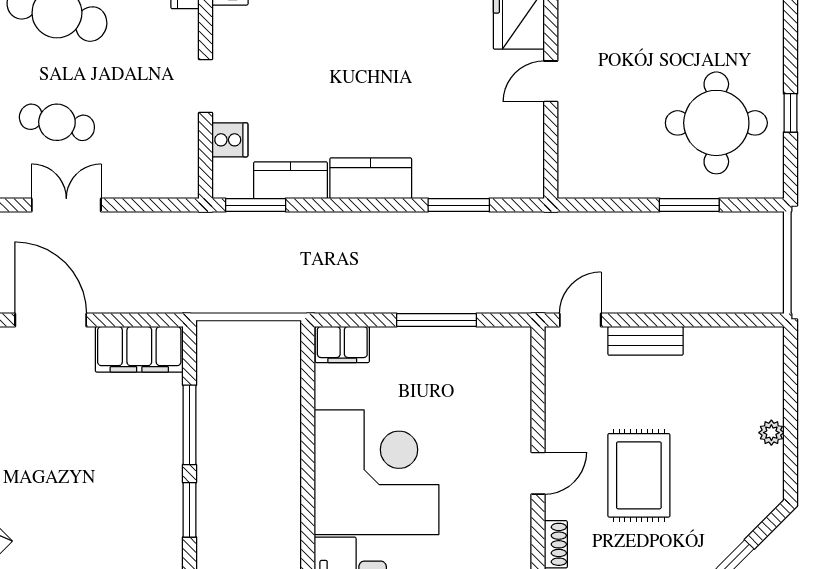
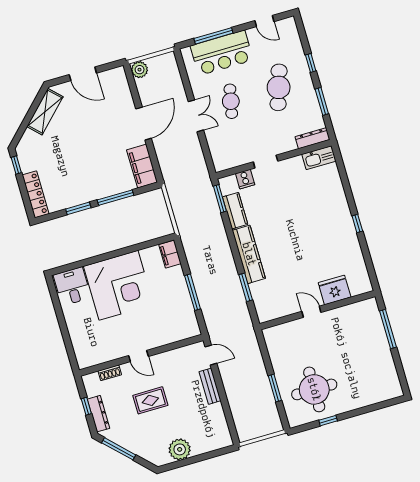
kitchen counter: (371, 178) -> (249, 254), width x1.50
plant: (771, 433) -> (180, 449), width x1.88, depth x1.88
rug: (639, 475) -> (150, 400), width x0.73, depth x0.70

